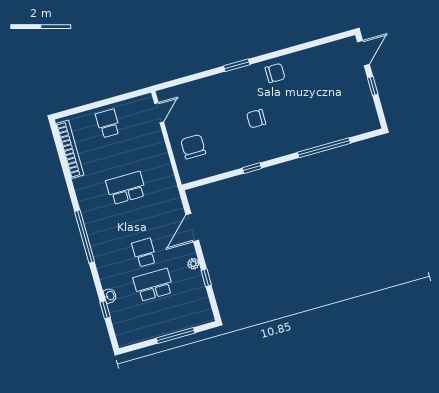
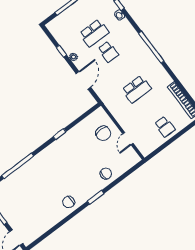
door: (159, 113) -> (128, 139), moved
chair: (256, 119) -> (106, 174), moved

